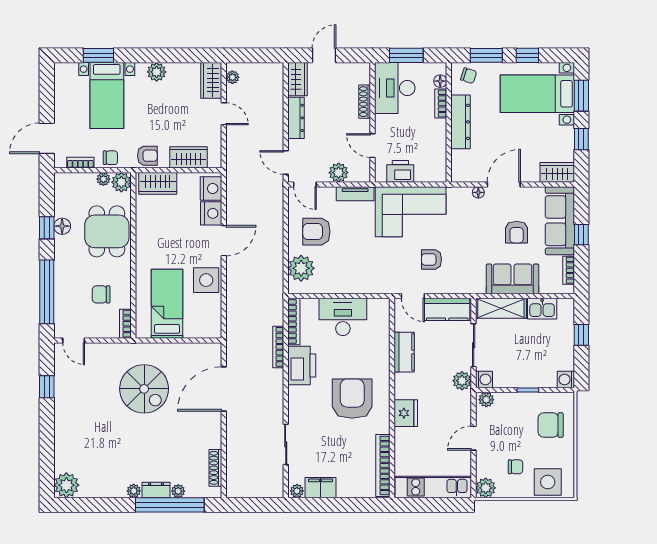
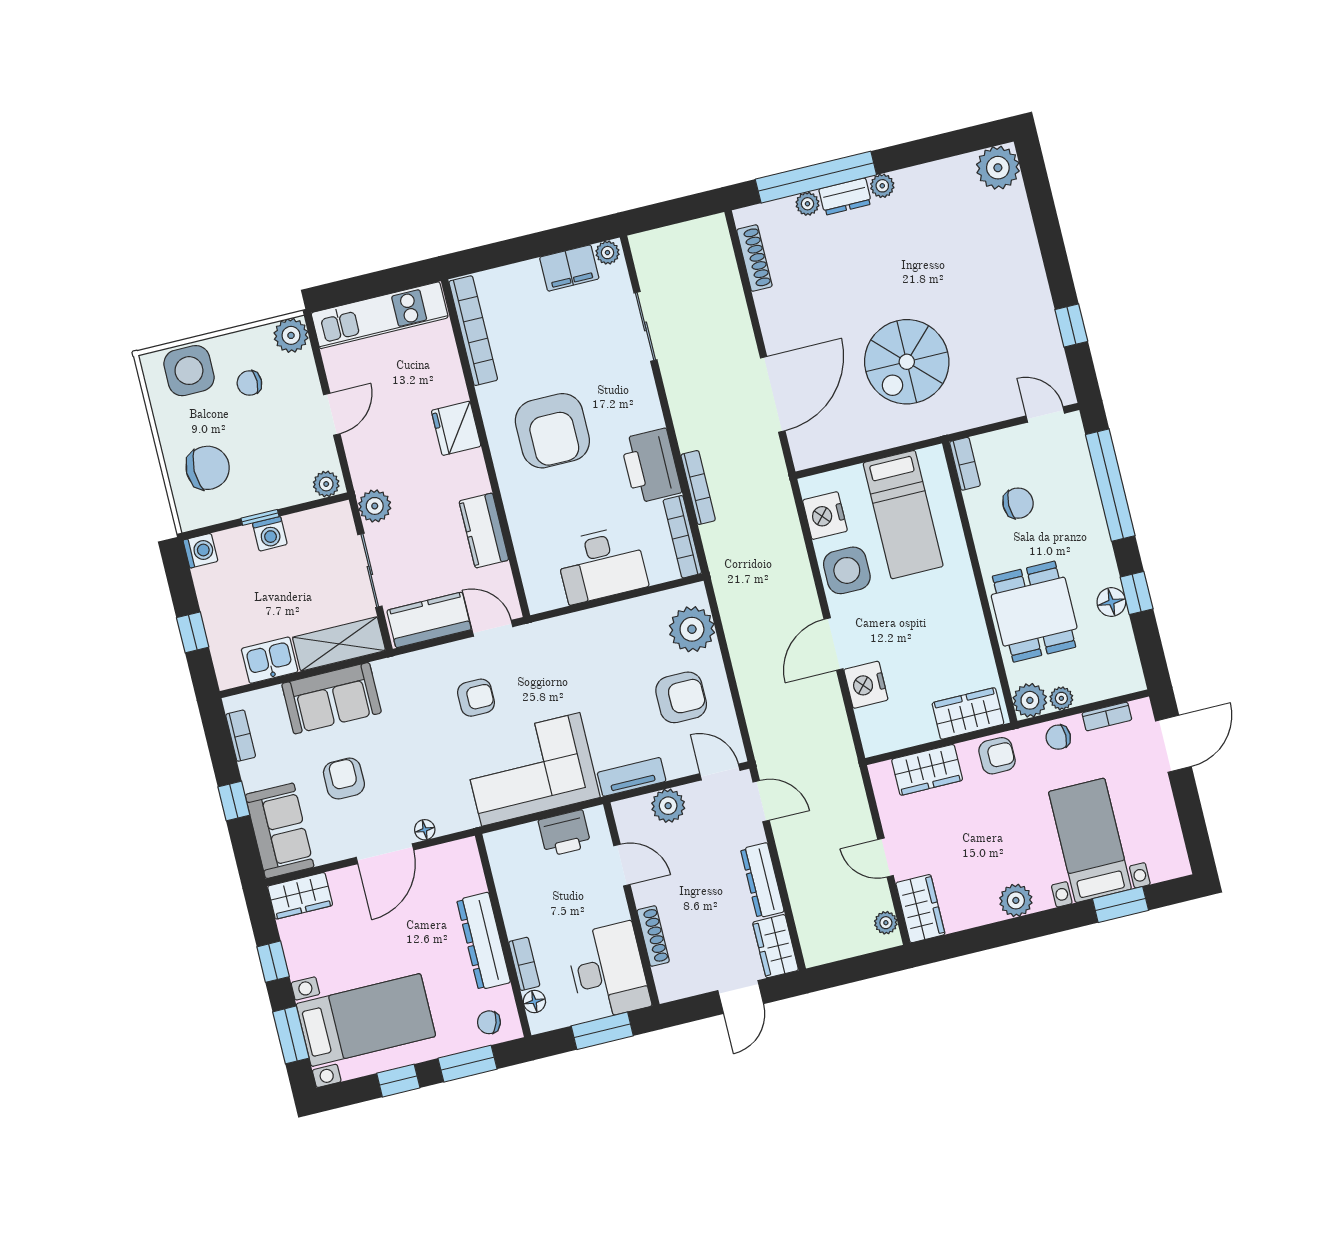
armchair: (147, 156) -> (997, 756), turned 180
nightstand: (211, 188) -> (825, 516), moved
sofa: (560, 221) -> (280, 831), width x0.73
washing machine: (484, 379) -> (270, 534), moved, turned -90
spiral stairs: (144, 389) -> (907, 362), turned -90

